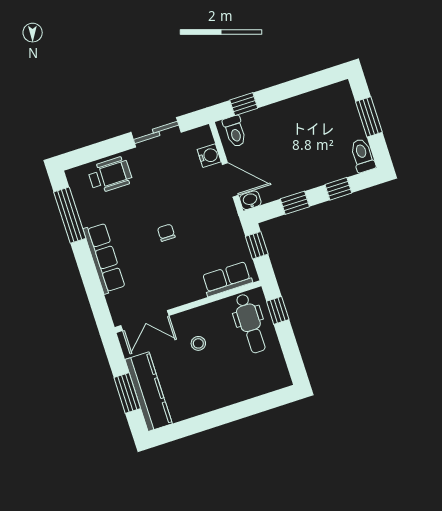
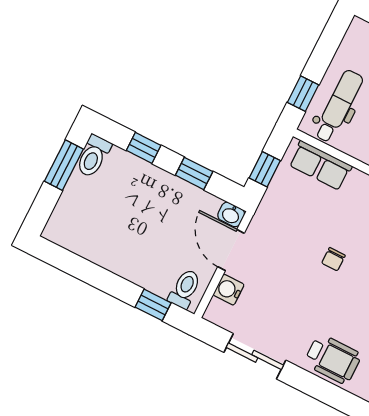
window: (369, 117) -> (64, 165), moved
wheelchair: (110, 175) -> (333, 359), turned 180

